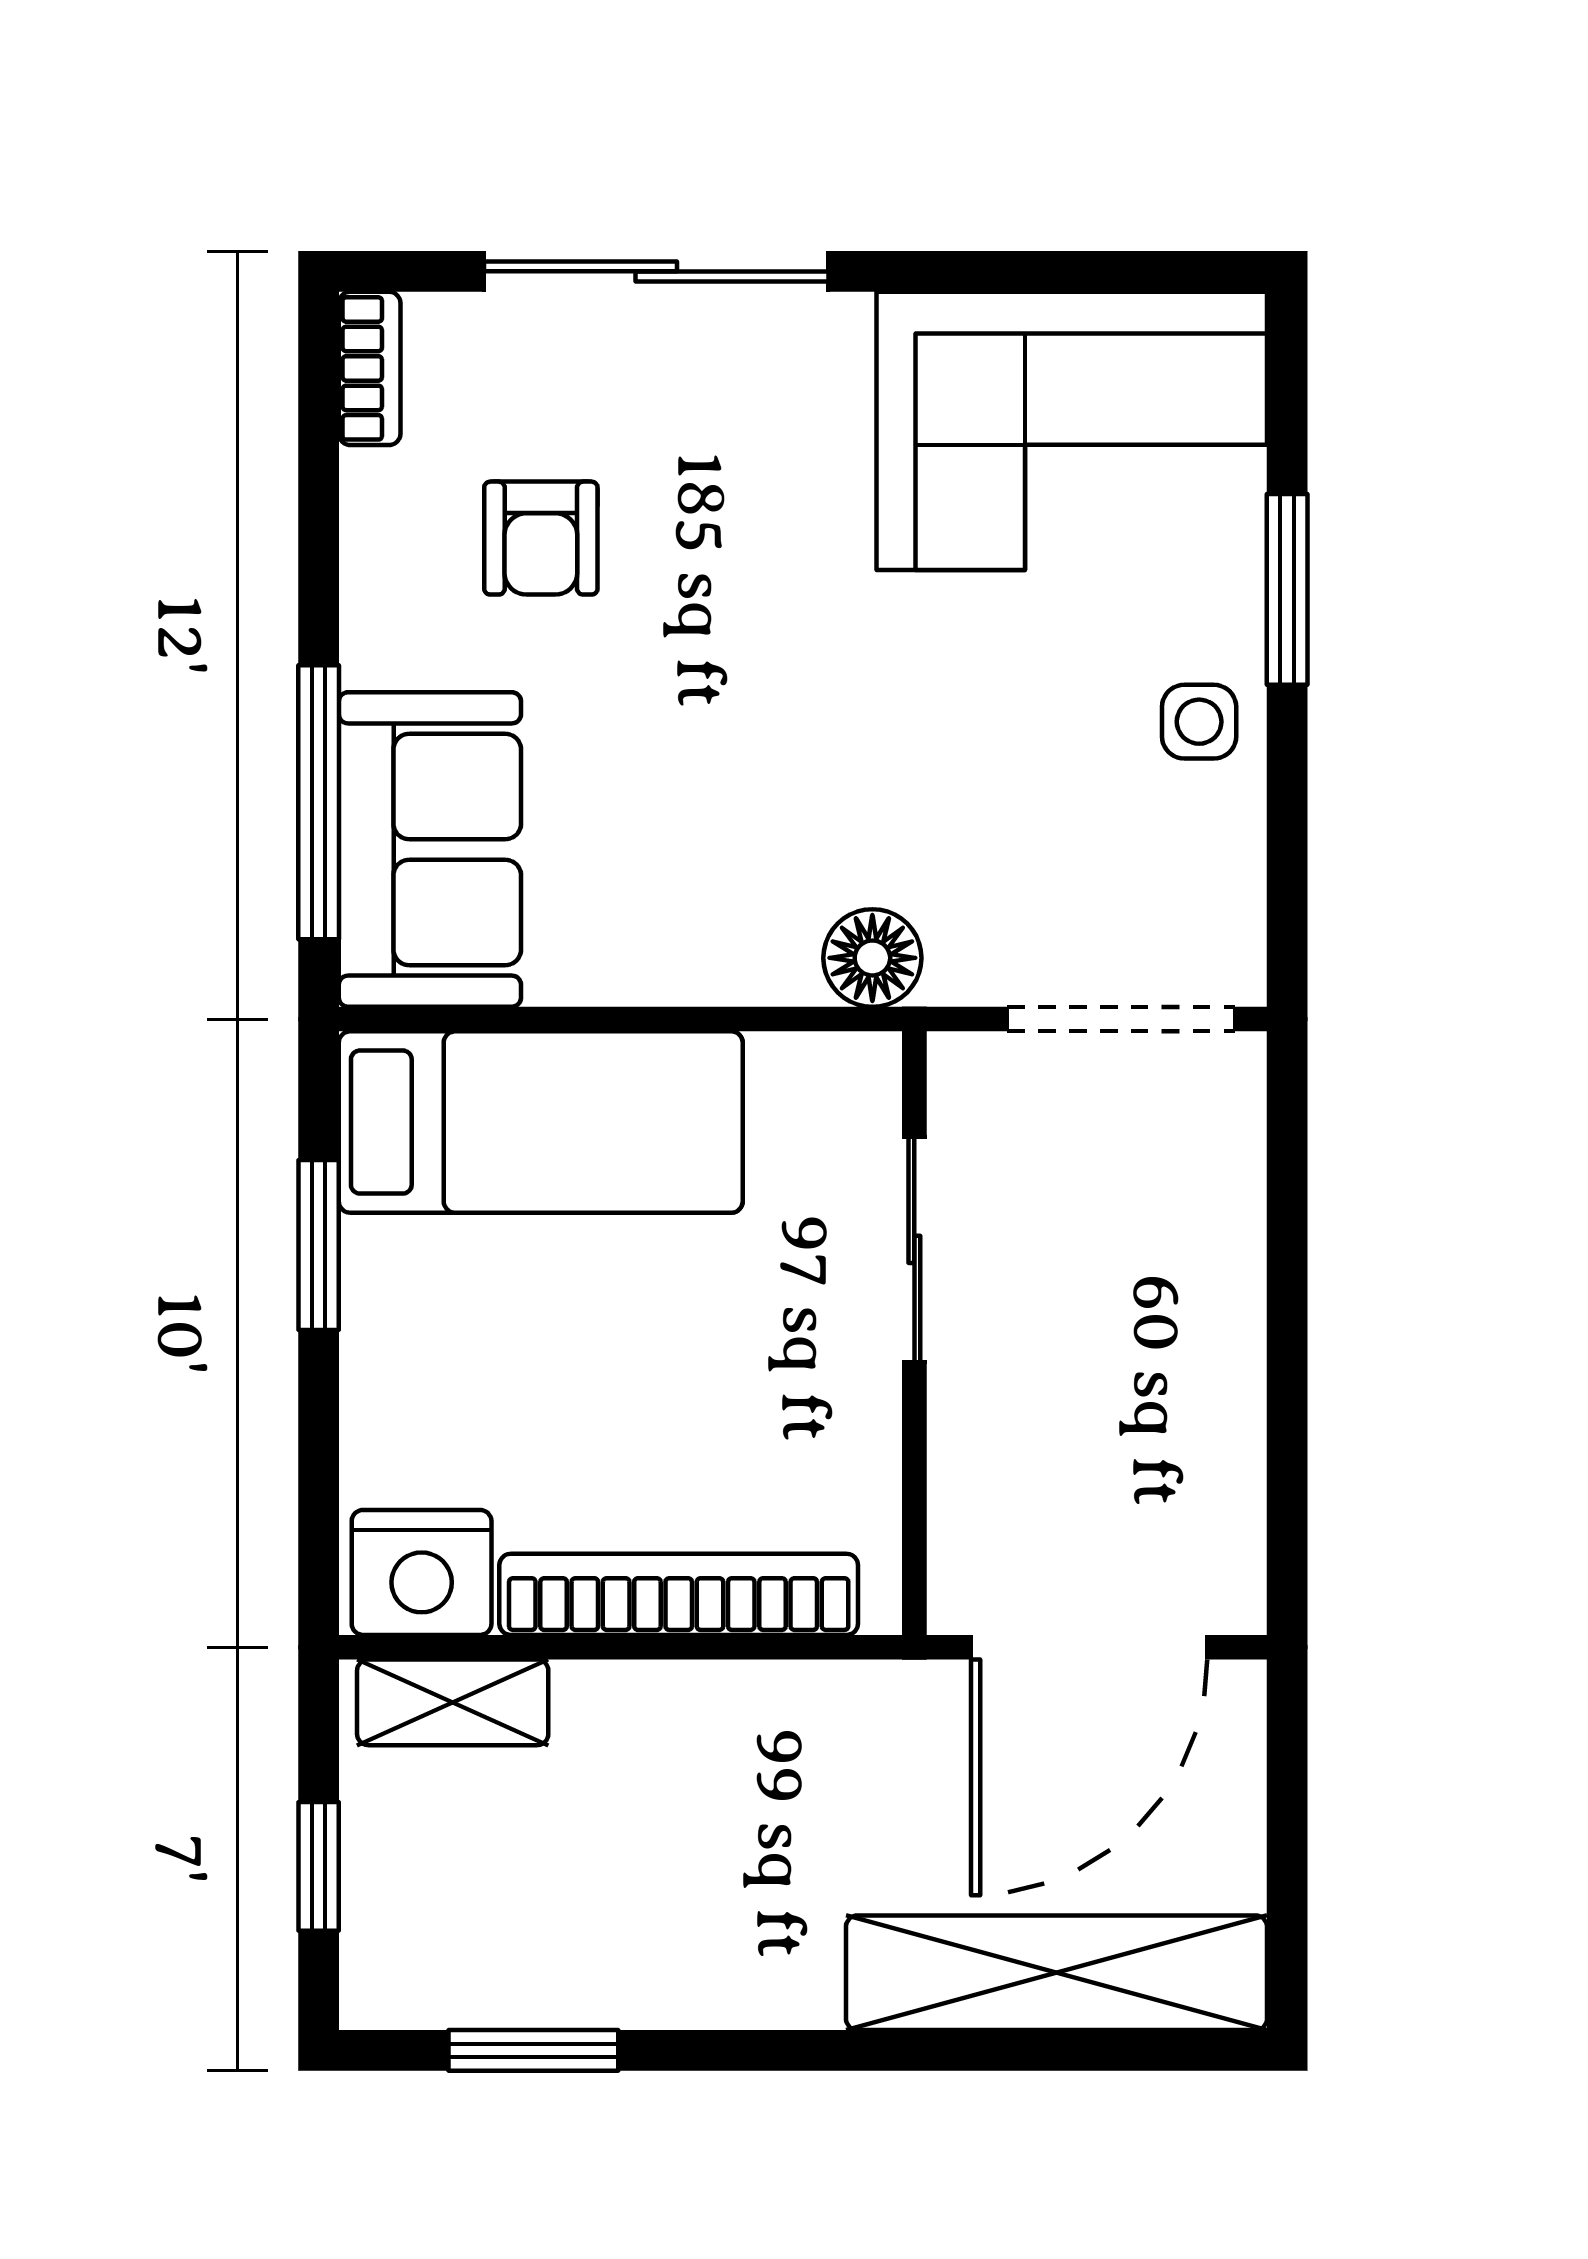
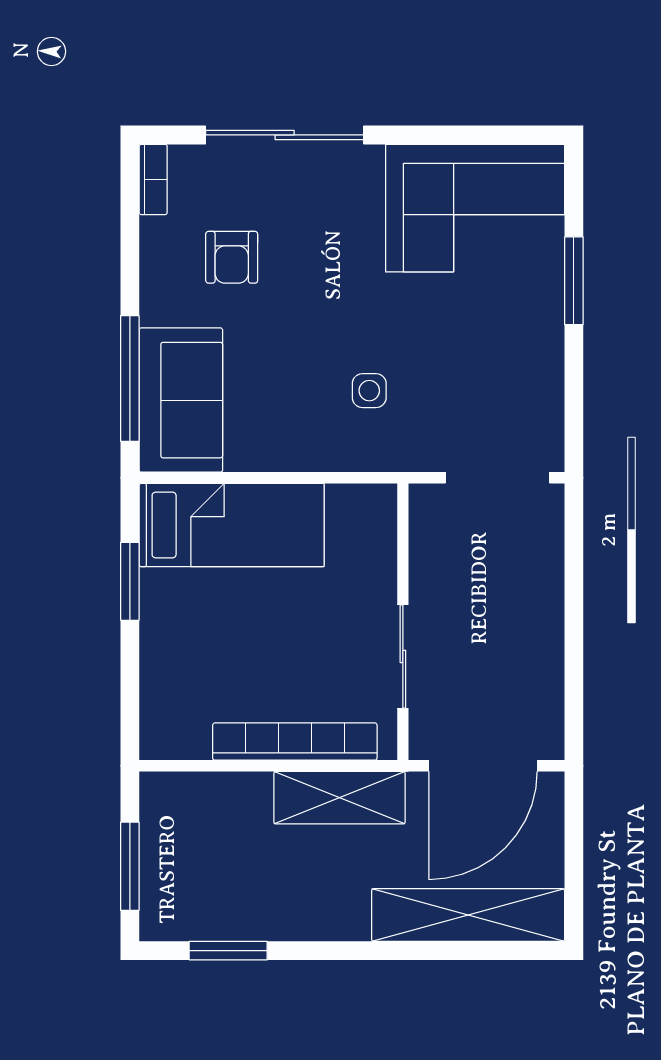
side table: (1199, 722) -> (369, 391), moved
floor lamp: (872, 958) -> (384, 450), removed
sliding door: (914, 1249) -> (403, 656), moved
nightstand: (422, 1572) -> (177, 732), removed
shelving: (453, 1702) -> (339, 798), moved, width x1.50, depth x1.33
window: (319, 1866) -> (130, 866), width x1.50

